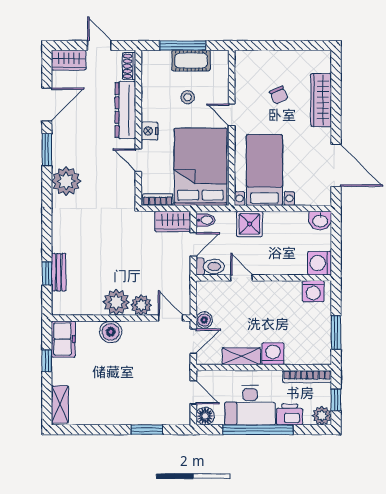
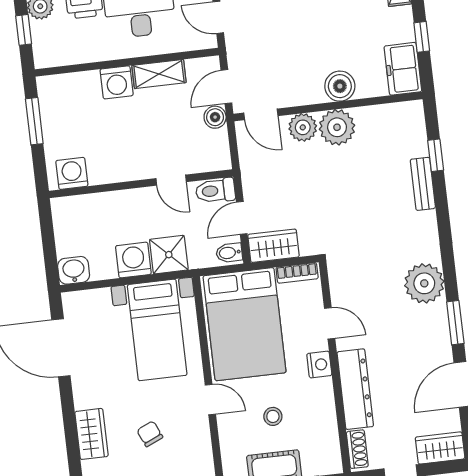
wardrobe: (321, 100) -> (92, 434), width x0.67
washing machine: (320, 263) -> (133, 260), moved, turned -90
bench: (59, 272) -> (423, 184), moved
bookcase: (307, 376) -> (66, 57), removed

